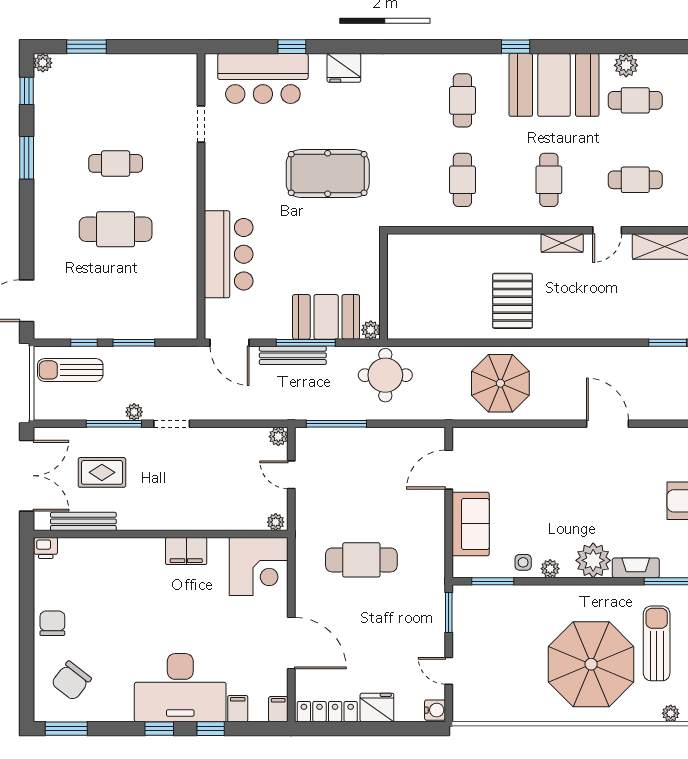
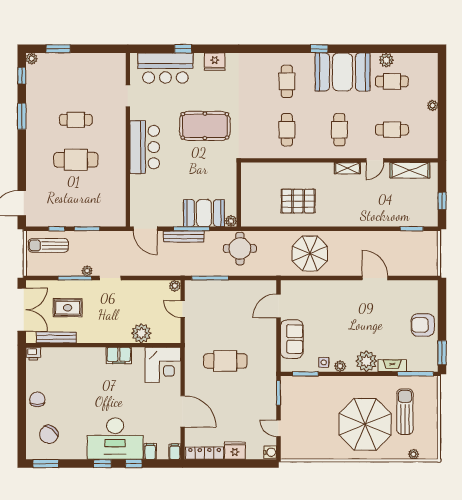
bar counter: (229, 254) -> (145, 147), moved
pallet: (513, 301) -> (298, 201), moved, turned 90
plant: (276, 522) -> (141, 333), moved, width x1.87, depth x1.87

